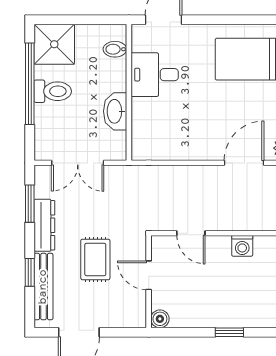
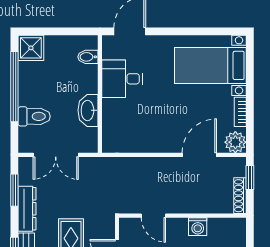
shower: (54, 44) -> (31, 48), width x0.73, depth x0.73
toilet: (53, 91) -> (34, 116), moved

